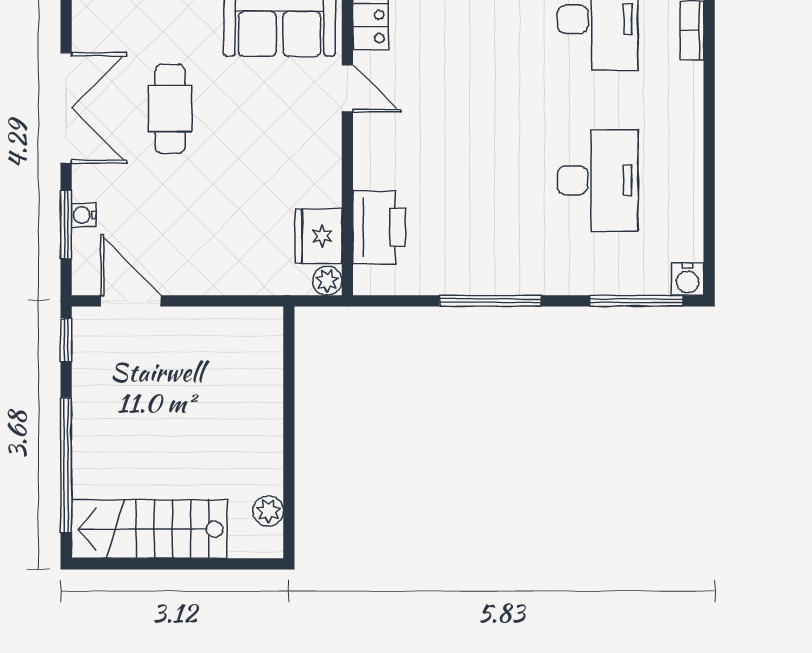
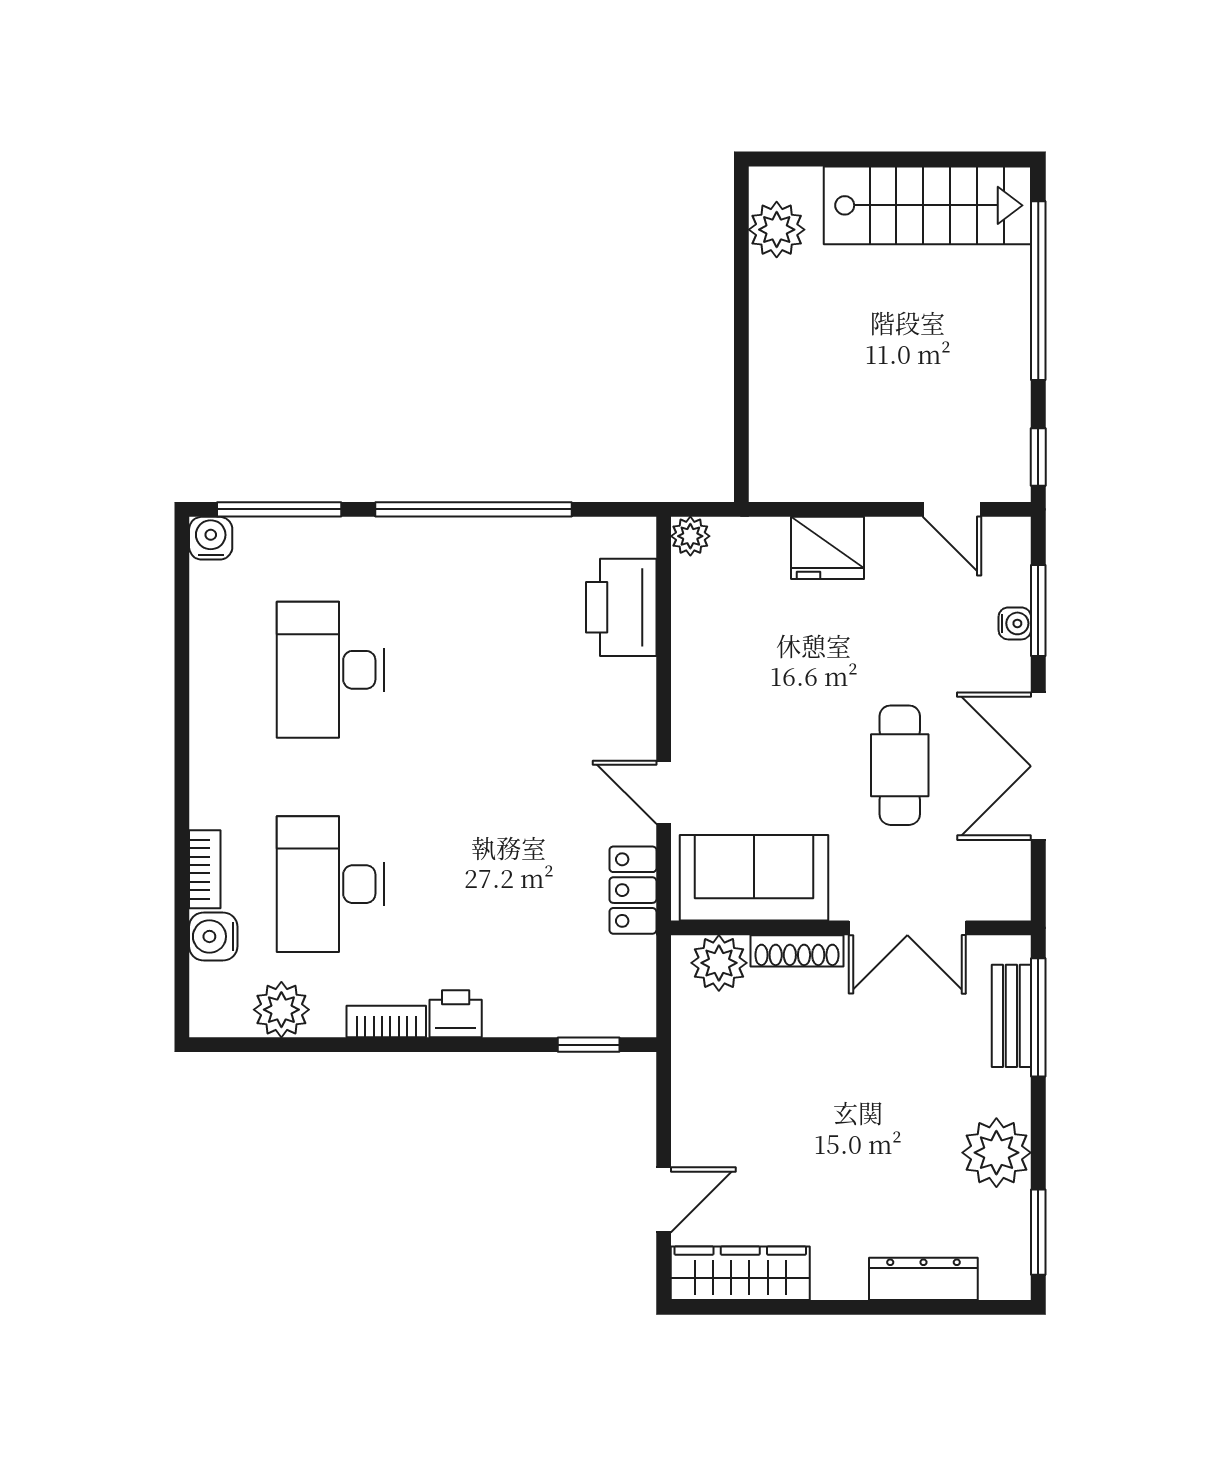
fridge: (318, 236) -> (827, 548), moved, turned 90
door: (131, 301) -> (952, 509), width x0.73
window: (490, 301) -> (474, 509), width x1.46
plant: (268, 511) -> (777, 230), width x1.38, depth x1.38

